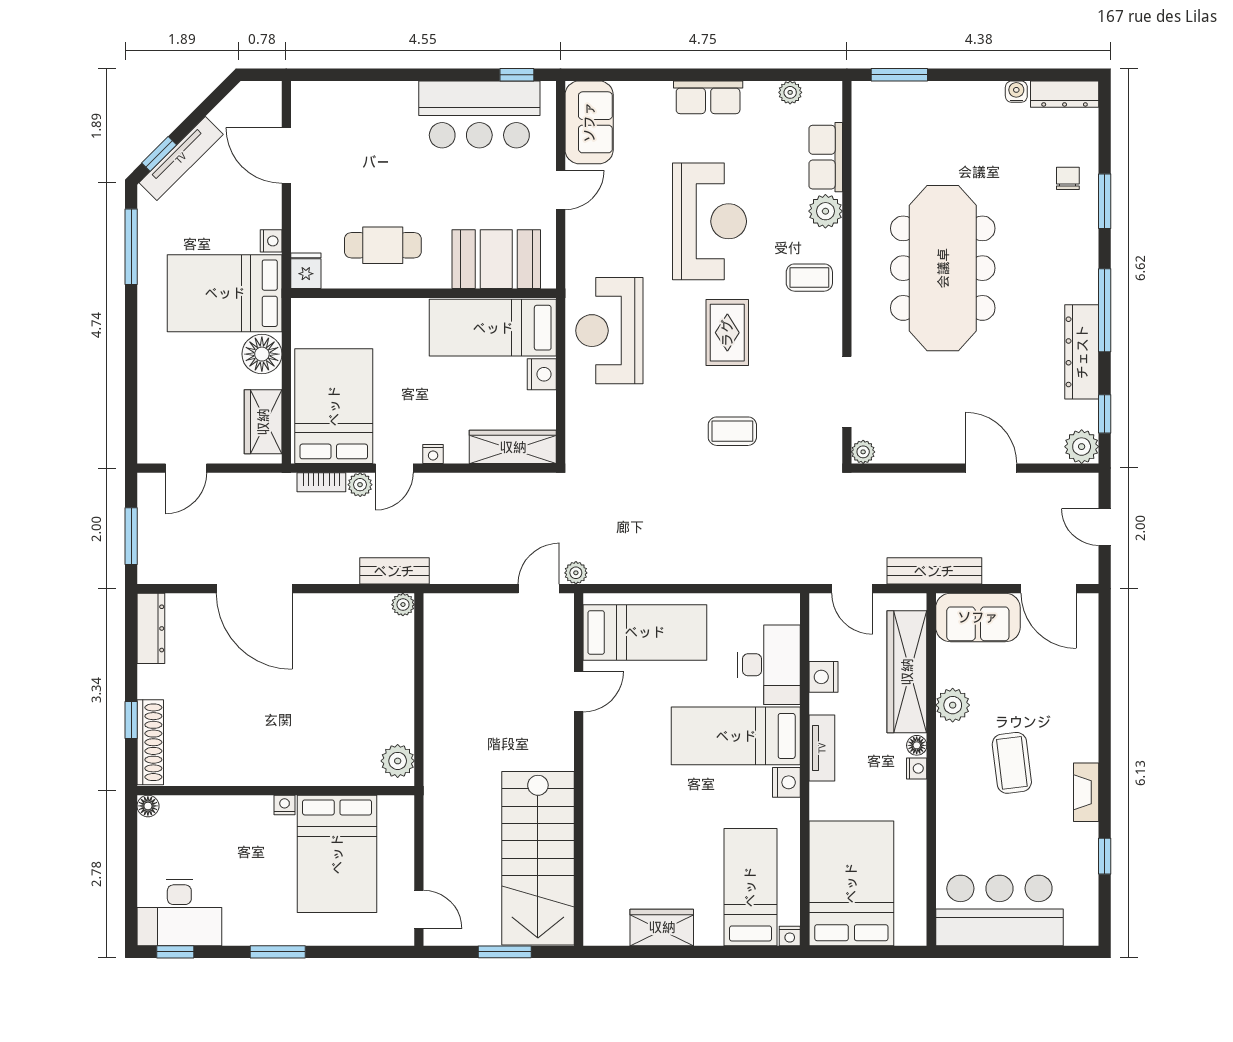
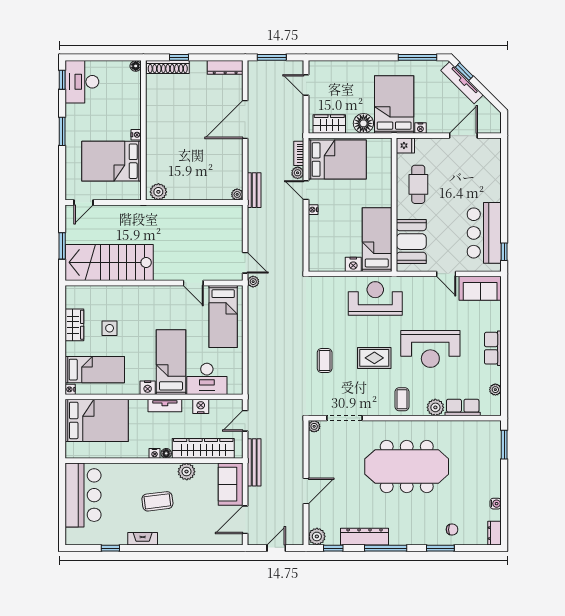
dresser: (1065, 94) -> (494, 533), width x0.70
wardrobe: (513, 447) -> (317, 250), removed
side table: (668, 858) -> (110, 328), added

